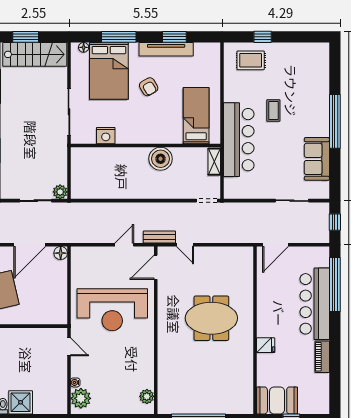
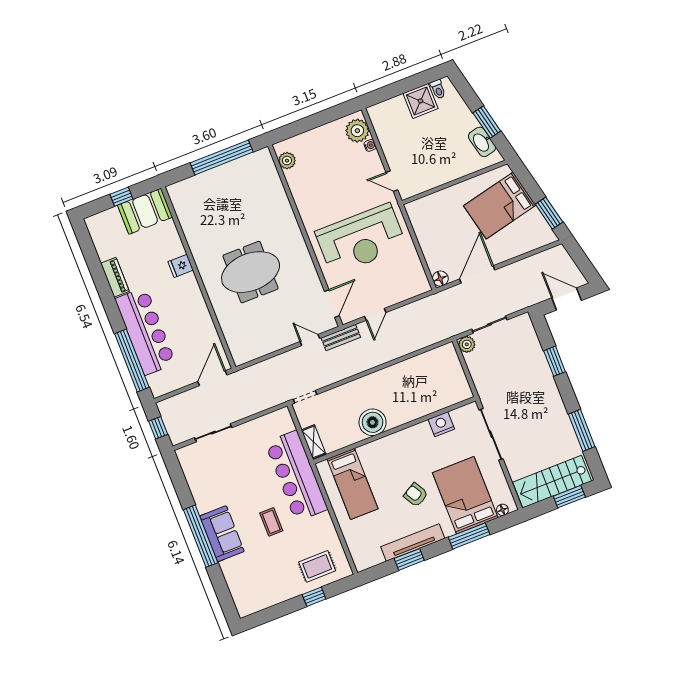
sofa: (317, 159) -> (222, 534), moved
reception desk: (112, 310) -> (361, 239), turned 180

